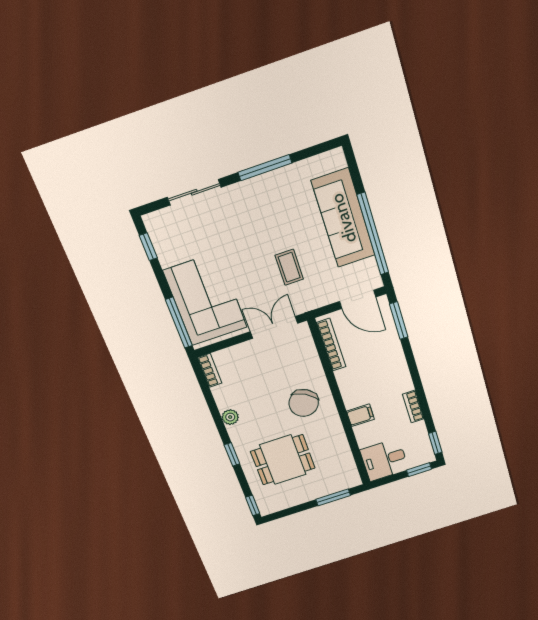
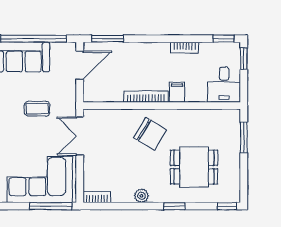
bookcase: (331, 345) -> (146, 97), moved
dining table: (283, 460) -> (194, 167), turned 90

